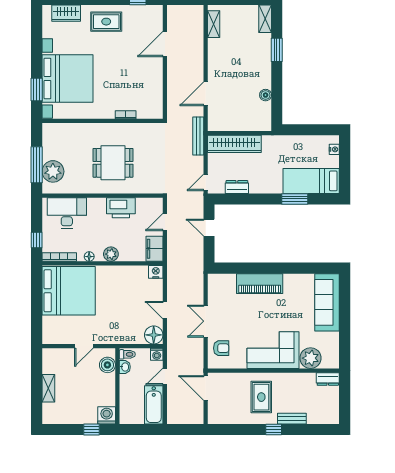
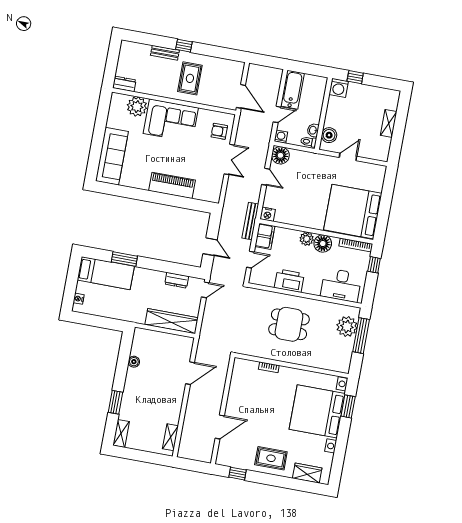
bench: (198, 136) -> (250, 221), moved
floor lamp: (89, 257) -> (323, 244), width x1.89, depth x1.89

